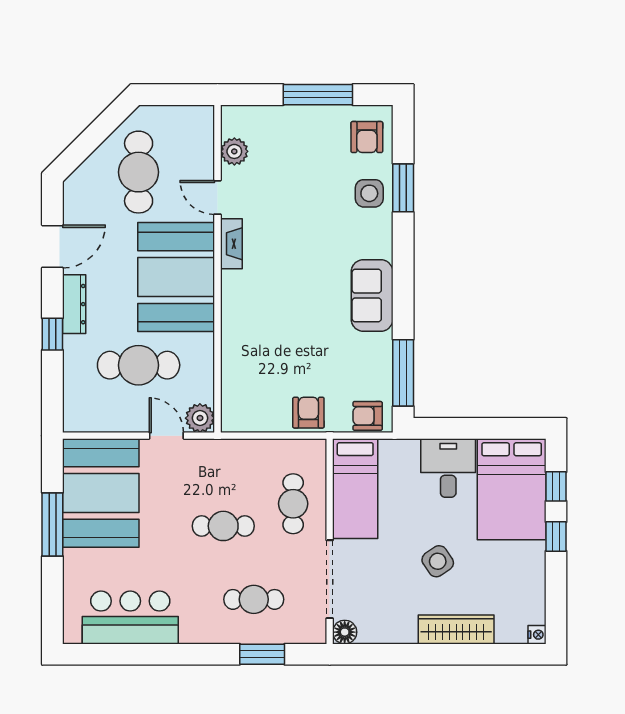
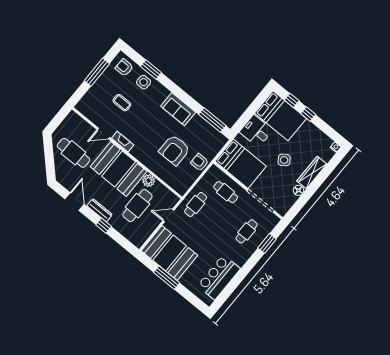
armchair: (367, 137) -> (124, 68), turned 180
plant: (234, 151) -> (93, 115), removed
coffee table: (300, 185) -> (122, 103), added
armchair: (368, 416) -> (174, 150), moved, width x1.88, depth x1.88
plant: (200, 418) -> (149, 181), moved
bed: (355, 489) -> (241, 164), width x1.50
cafe table: (223, 526) -> (196, 204), moved
floor lamp: (345, 632) -> (299, 190), moved

